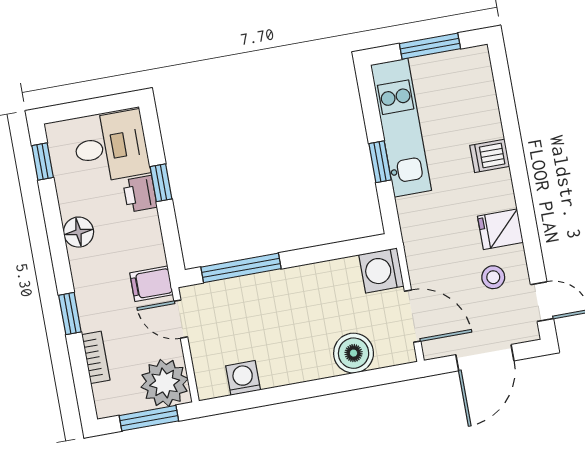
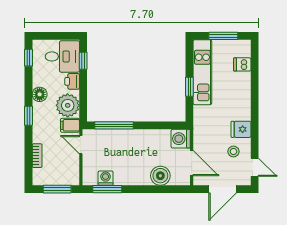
dishwasher: (490, 156) -> (242, 64), moved
window: (161, 183) -> (83, 61), moved
window: (70, 314) -> (29, 116), moved
plant: (165, 383) -> (68, 105), moved
window: (251, 400) -> (107, 189), added

